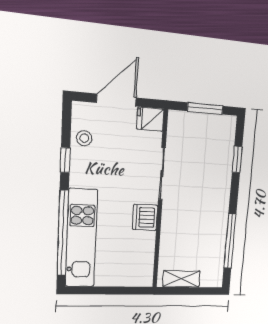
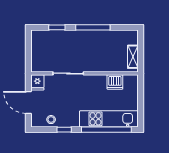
window: (205, 108) -> (28, 50), removed
dishwasher: (145, 217) -> (115, 82), moved
window: (230, 241) -> (93, 27), moved

